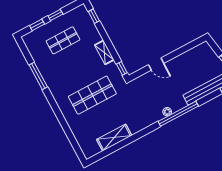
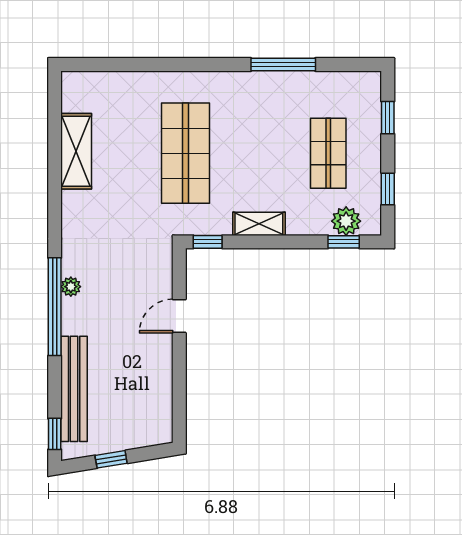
window: (55, 15) -> (388, 189), moved
plant: (85, 20) -> (346, 221), added

